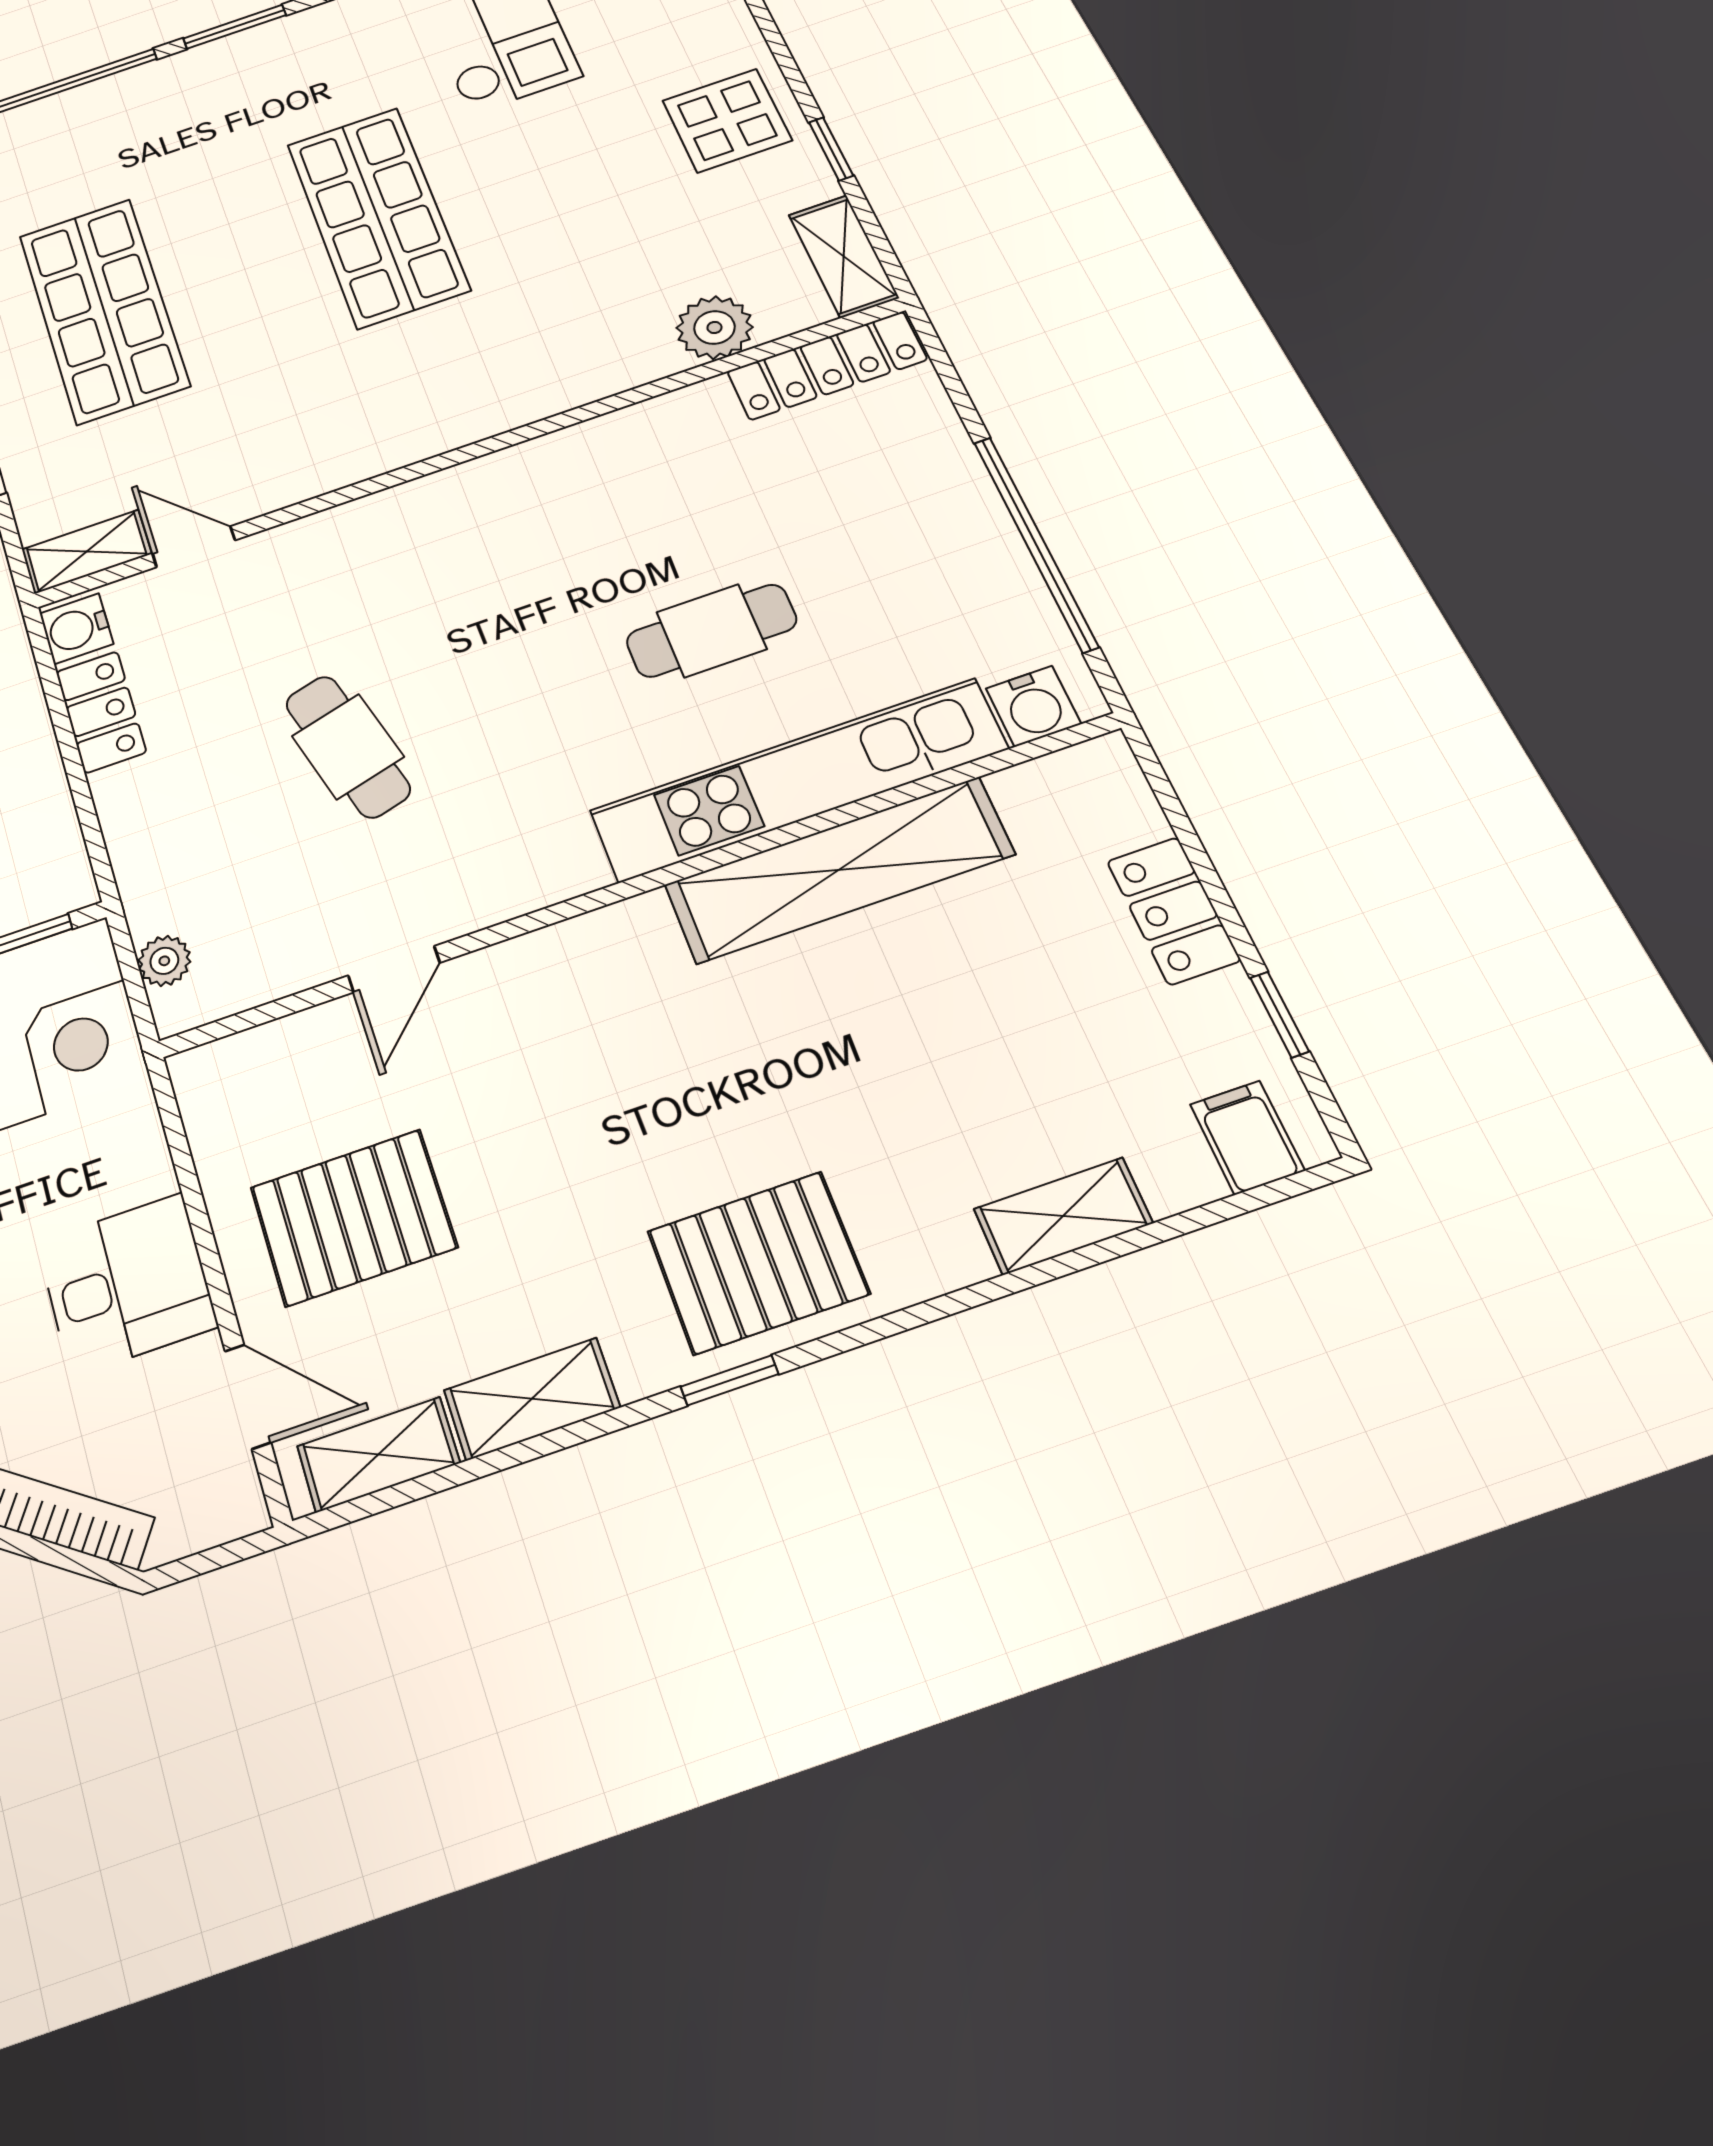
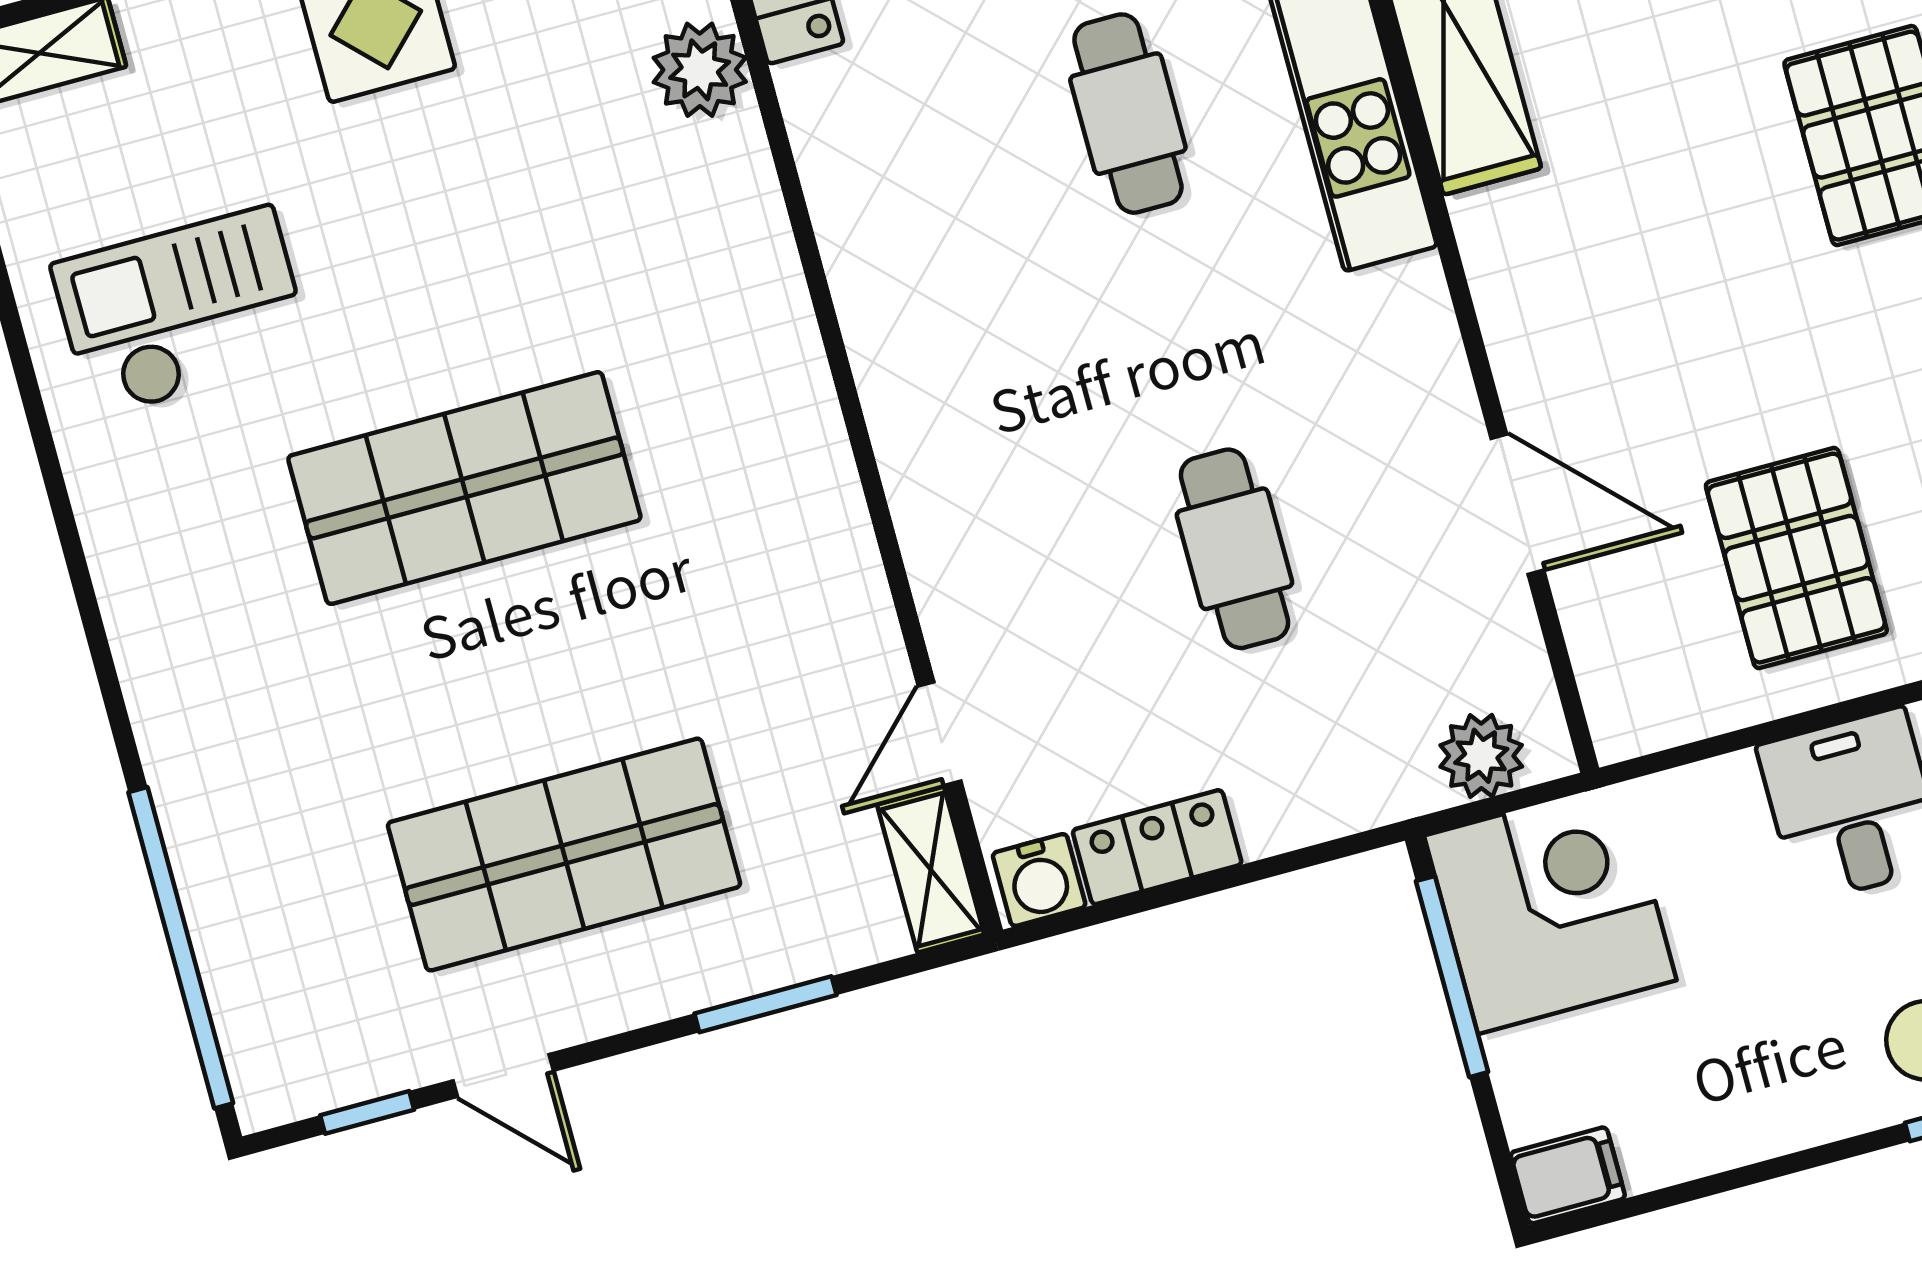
window: (235, 27) -> (107, 677), removed
cafe table: (348, 746) -> (1234, 549), turned -75
plant: (164, 961) -> (1481, 756), width x1.38, depth x1.38
door: (394, 969) -> (1517, 504), width x1.38

